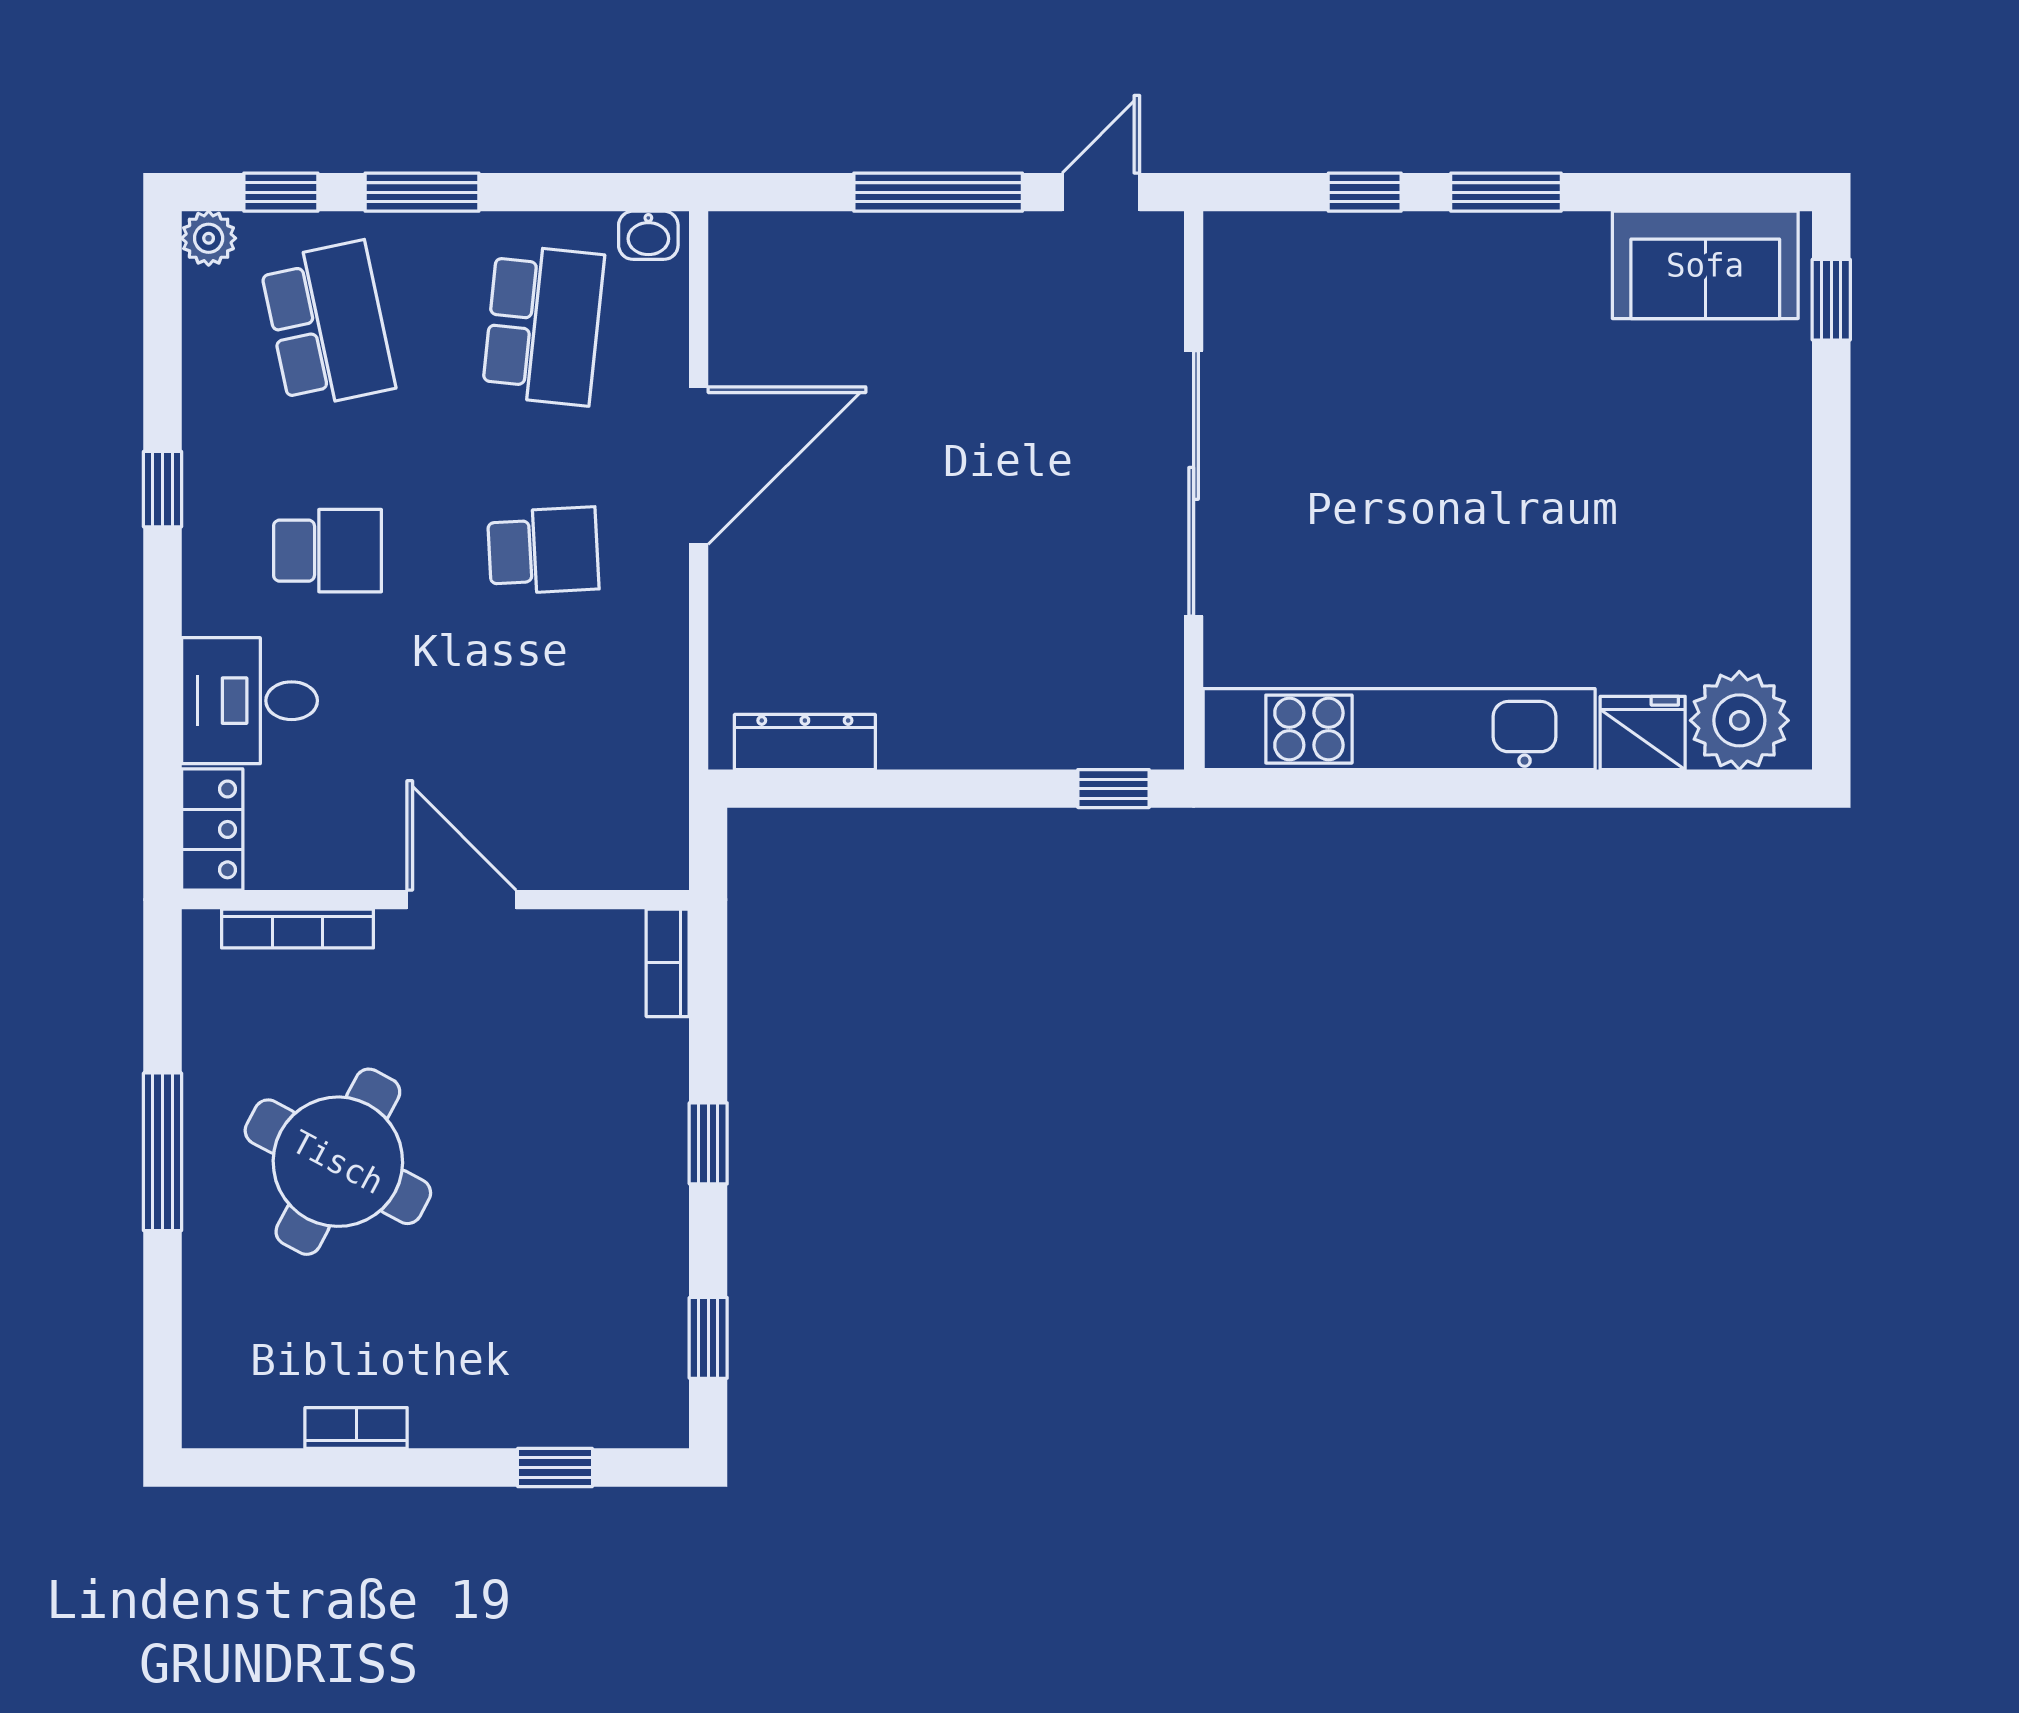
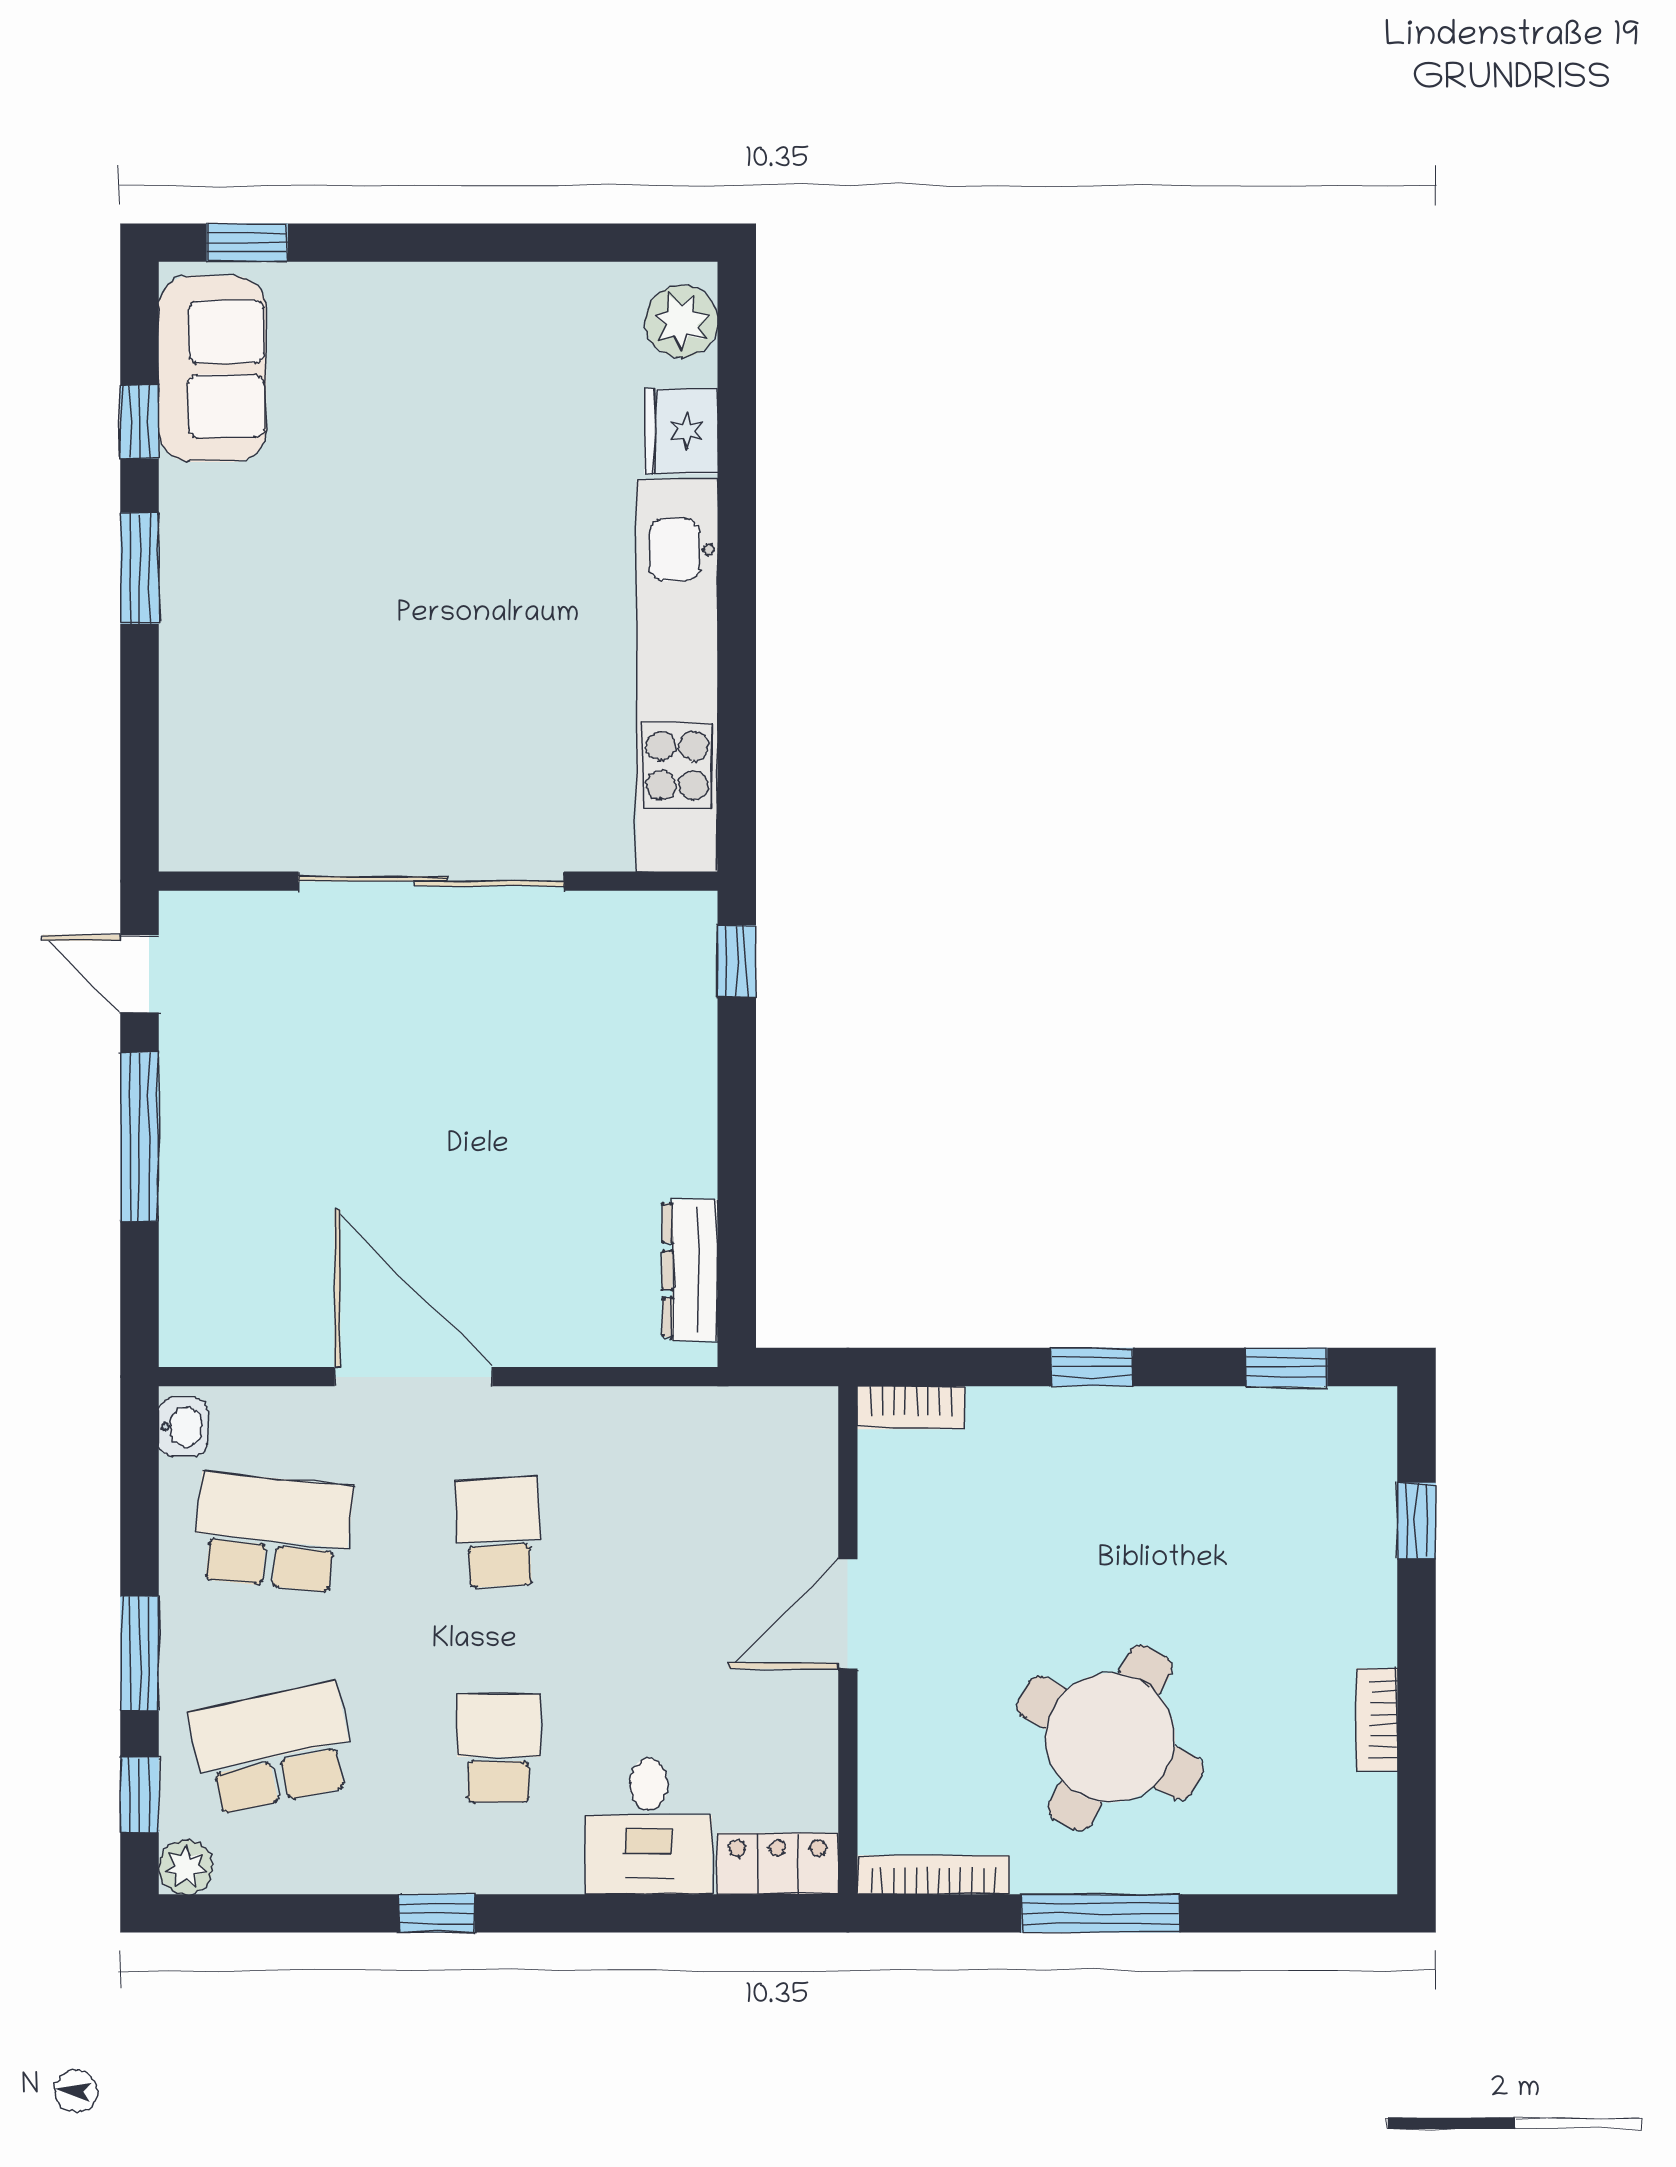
window: (1365, 192) -> (140, 422), moved
plant: (1739, 720) -> (682, 321), width x0.73, depth x0.73
bookcase: (297, 929) -> (933, 1875), moved, turned -90

